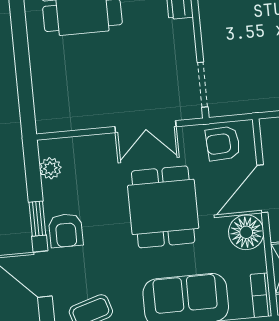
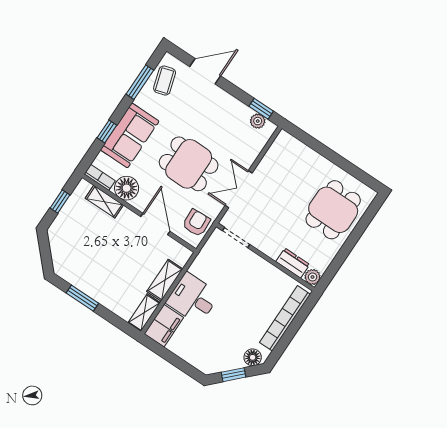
window: (37, 219) -> (261, 109), moved
armchair: (66, 231) -> (218, 102), removed
floor lamp: (246, 232) -> (127, 188), moved

